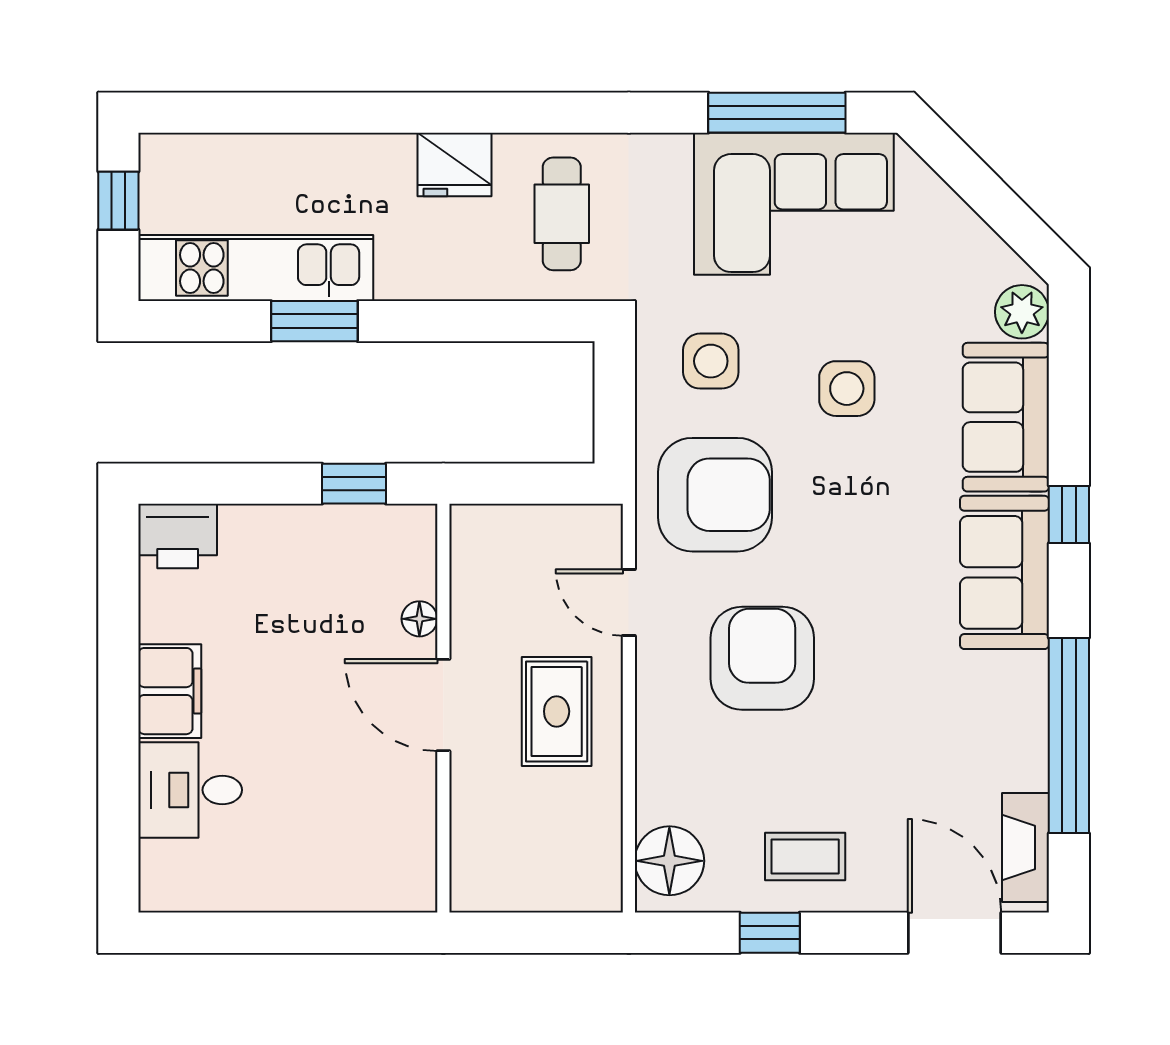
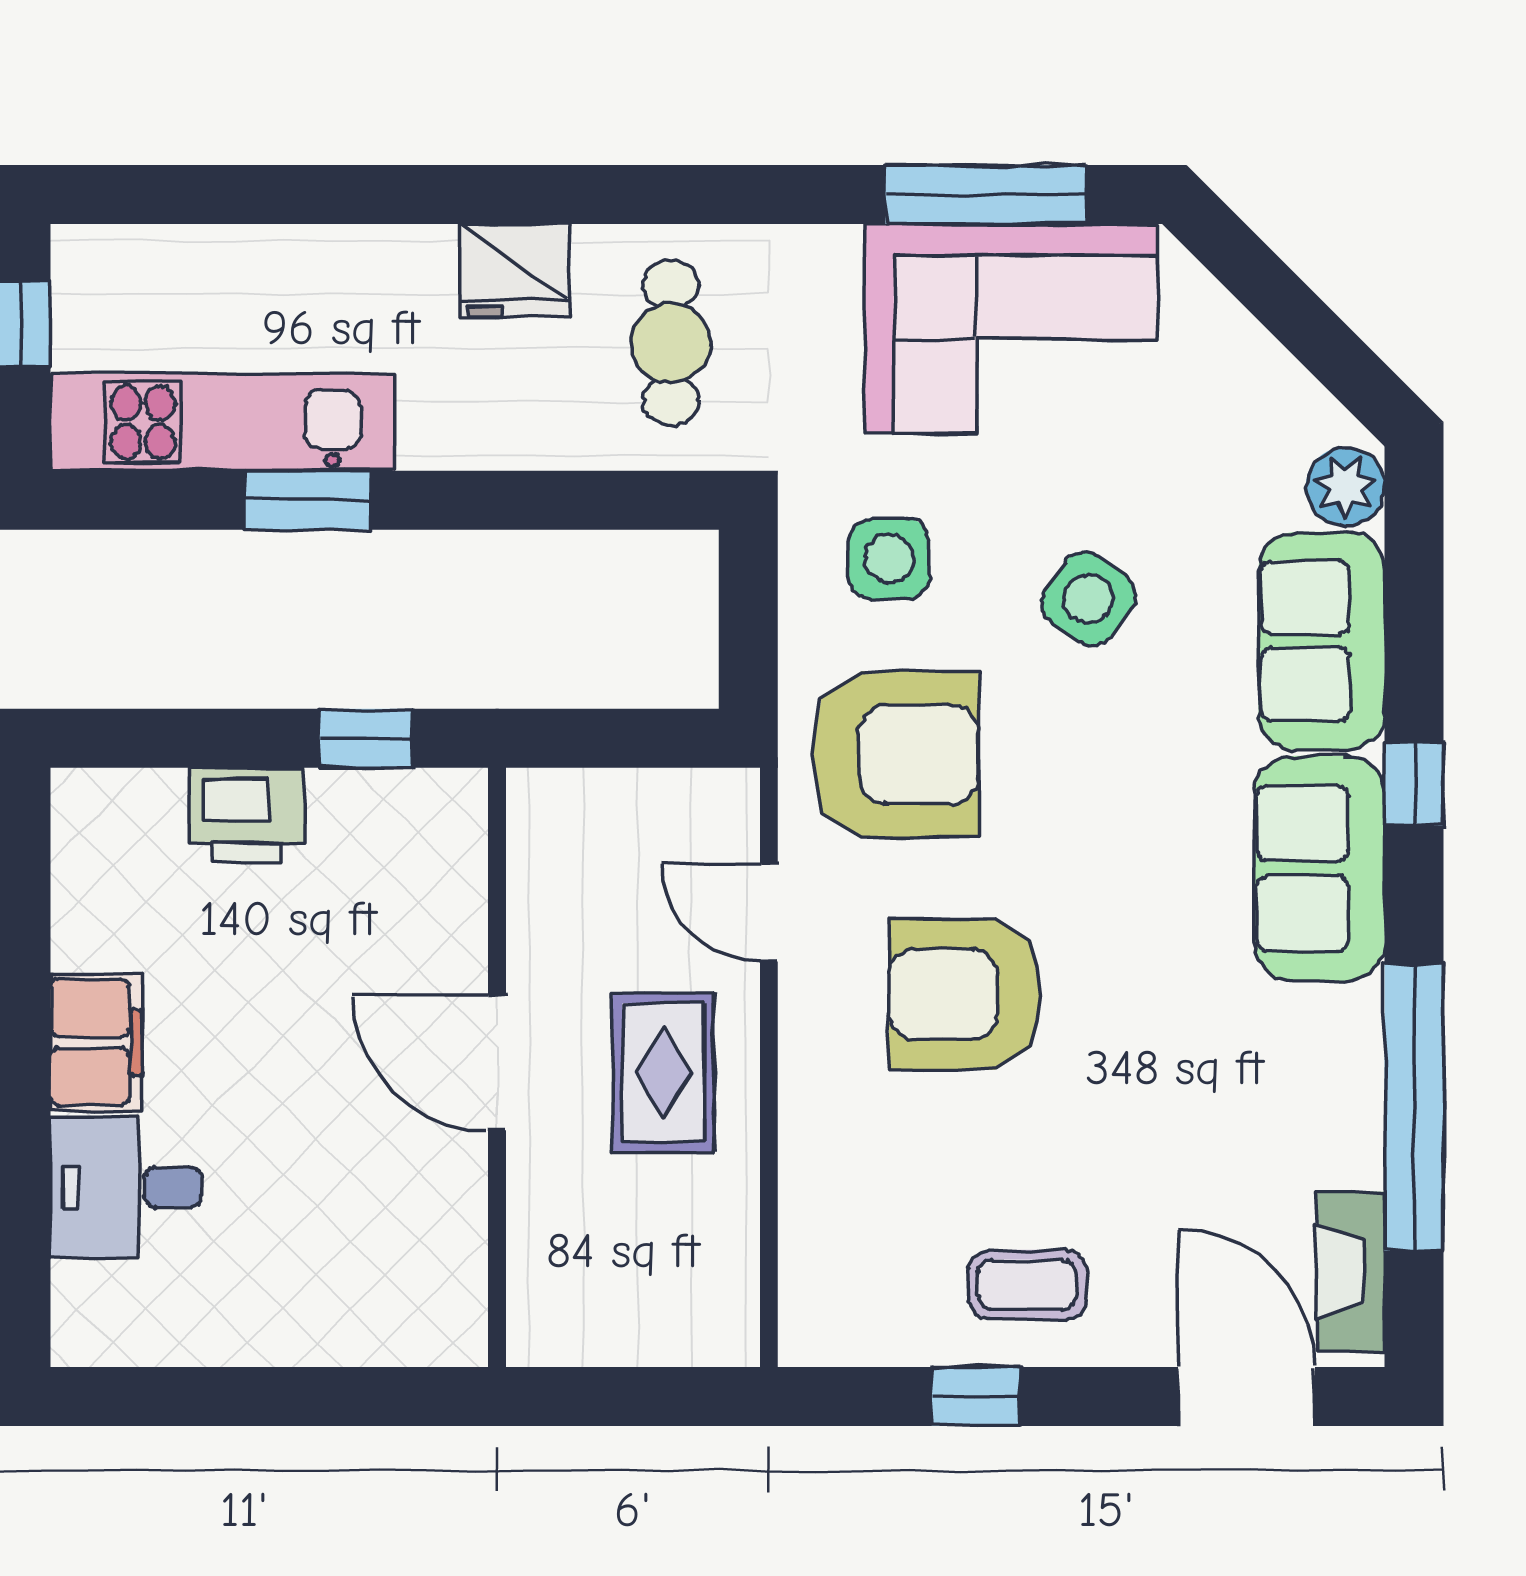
side table: (847, 389) -> (1088, 599), turned 35
printer: (178, 536) -> (247, 815), moved
floor lamp: (419, 619) -> (462, 936), removed
armchair: (762, 658) -> (965, 994), turned -90
floor lamp: (669, 861) -> (828, 1291), removed

